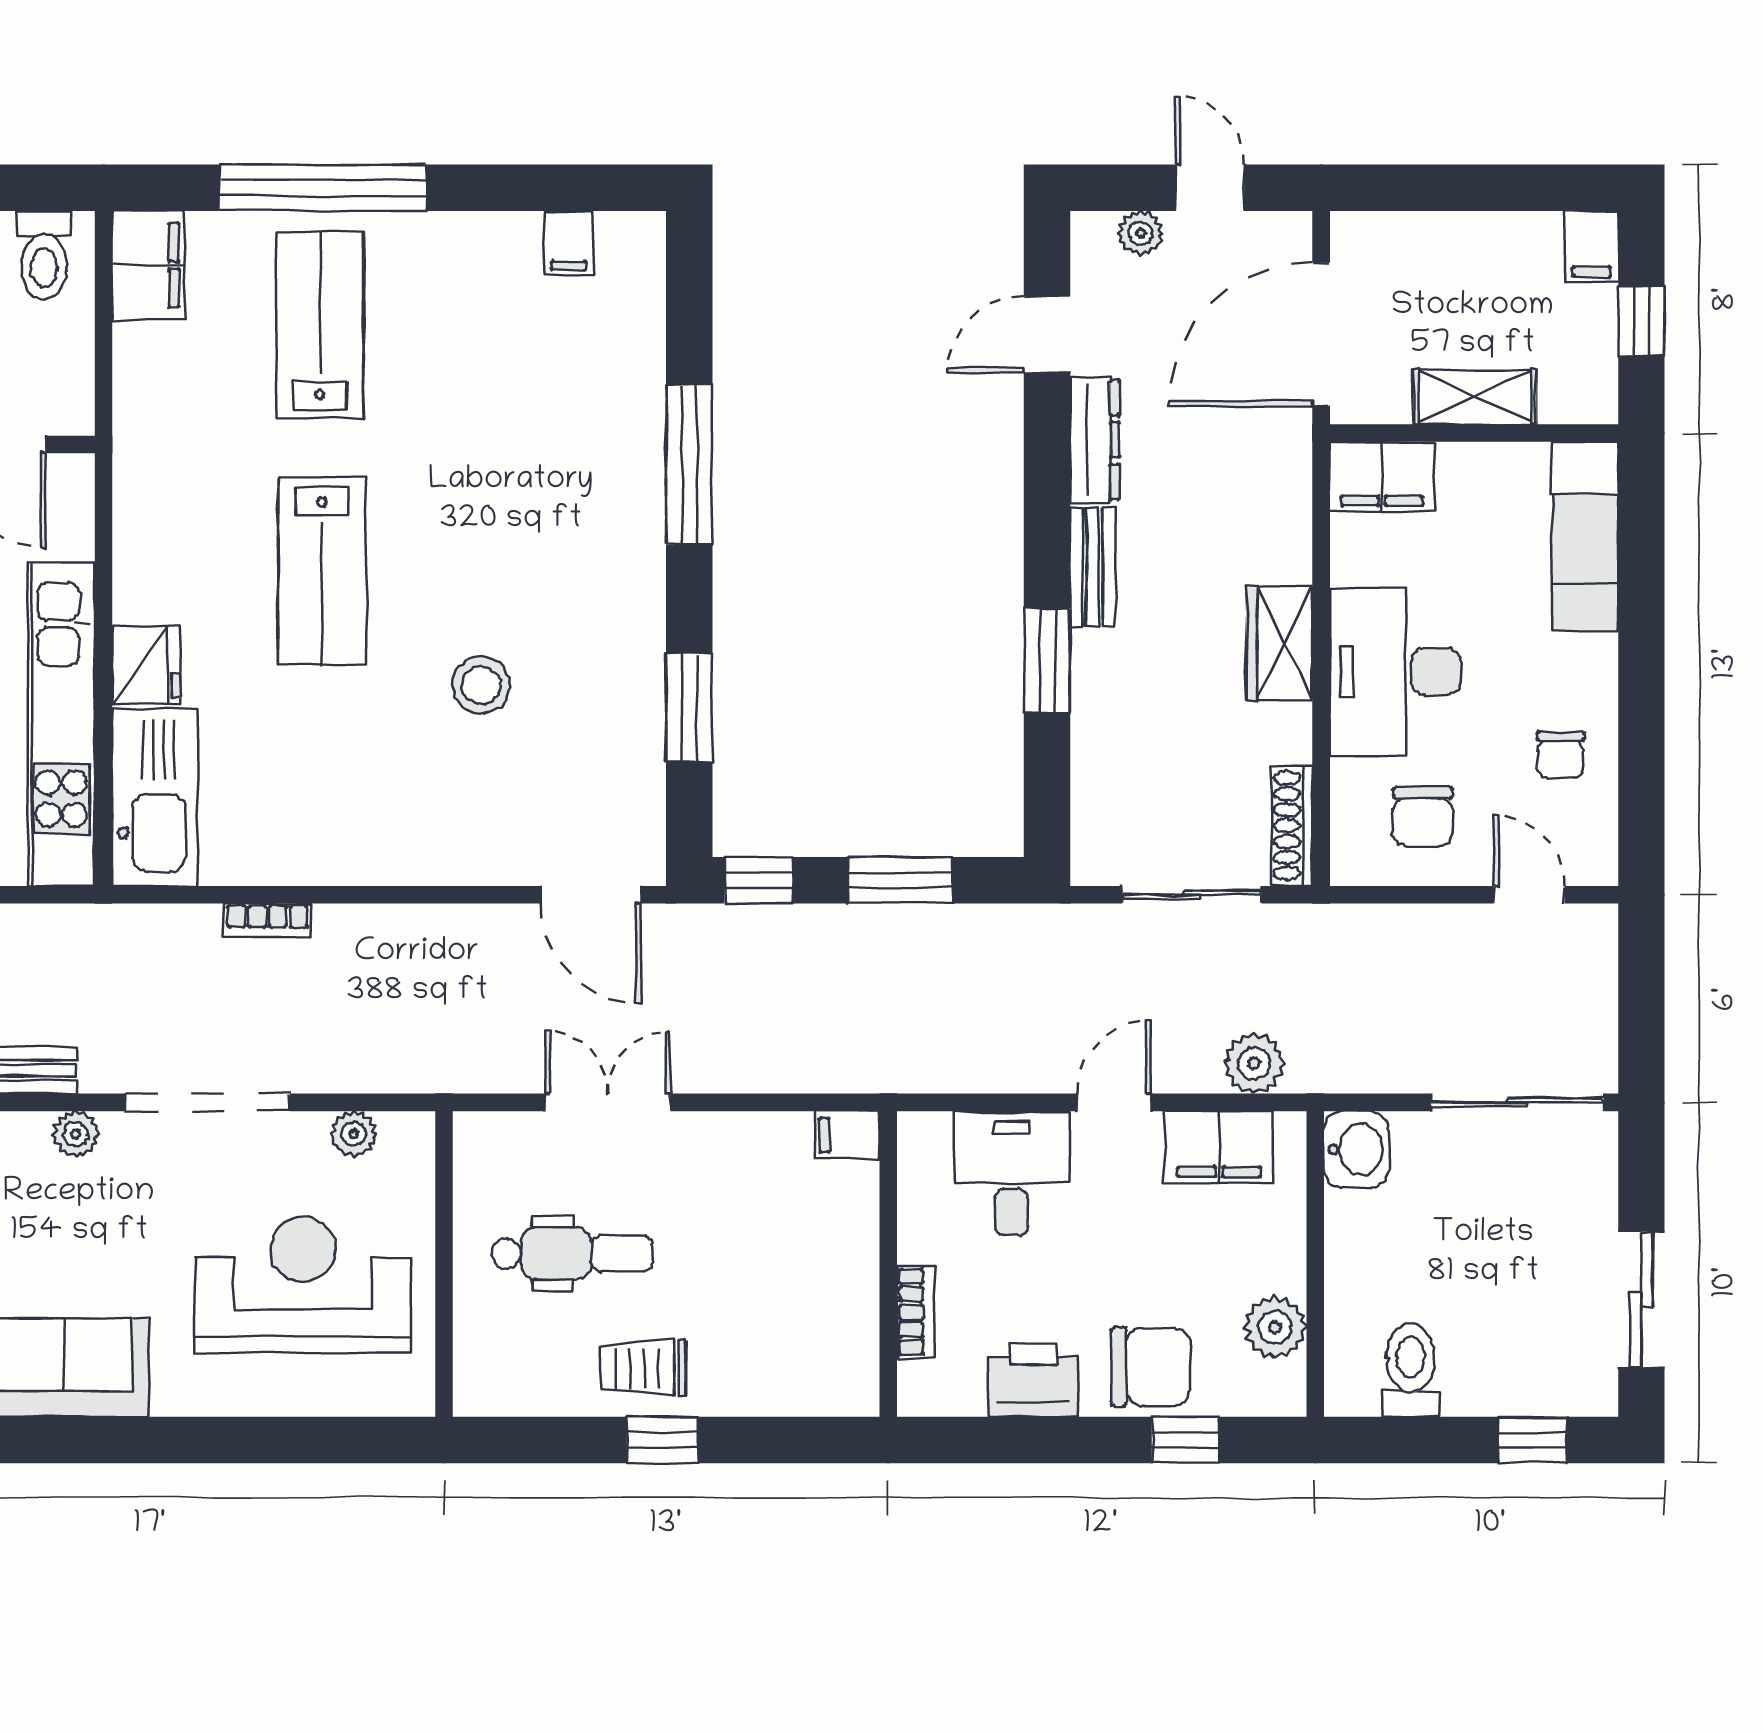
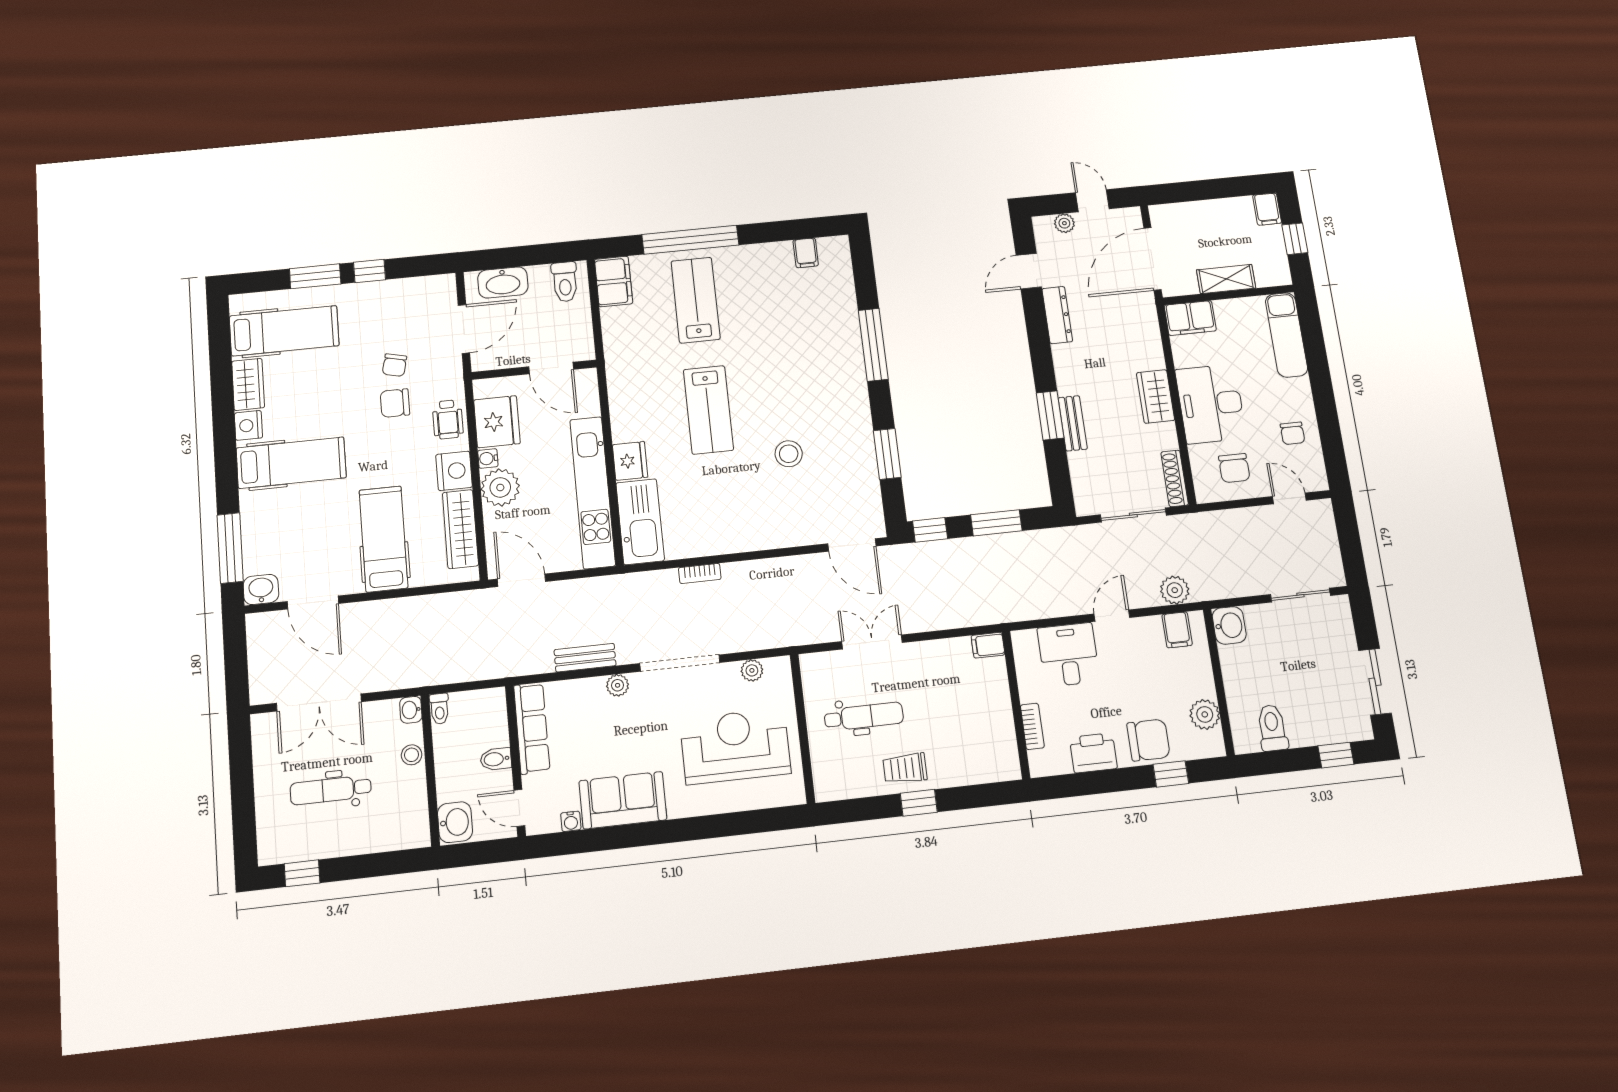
bench: (1093, 567) -> (1073, 423), moved
sliding door: (1517, 1102) -> (1300, 595), width x0.73
filing cabinet: (1219, 1147) -> (1177, 630), width x0.50

